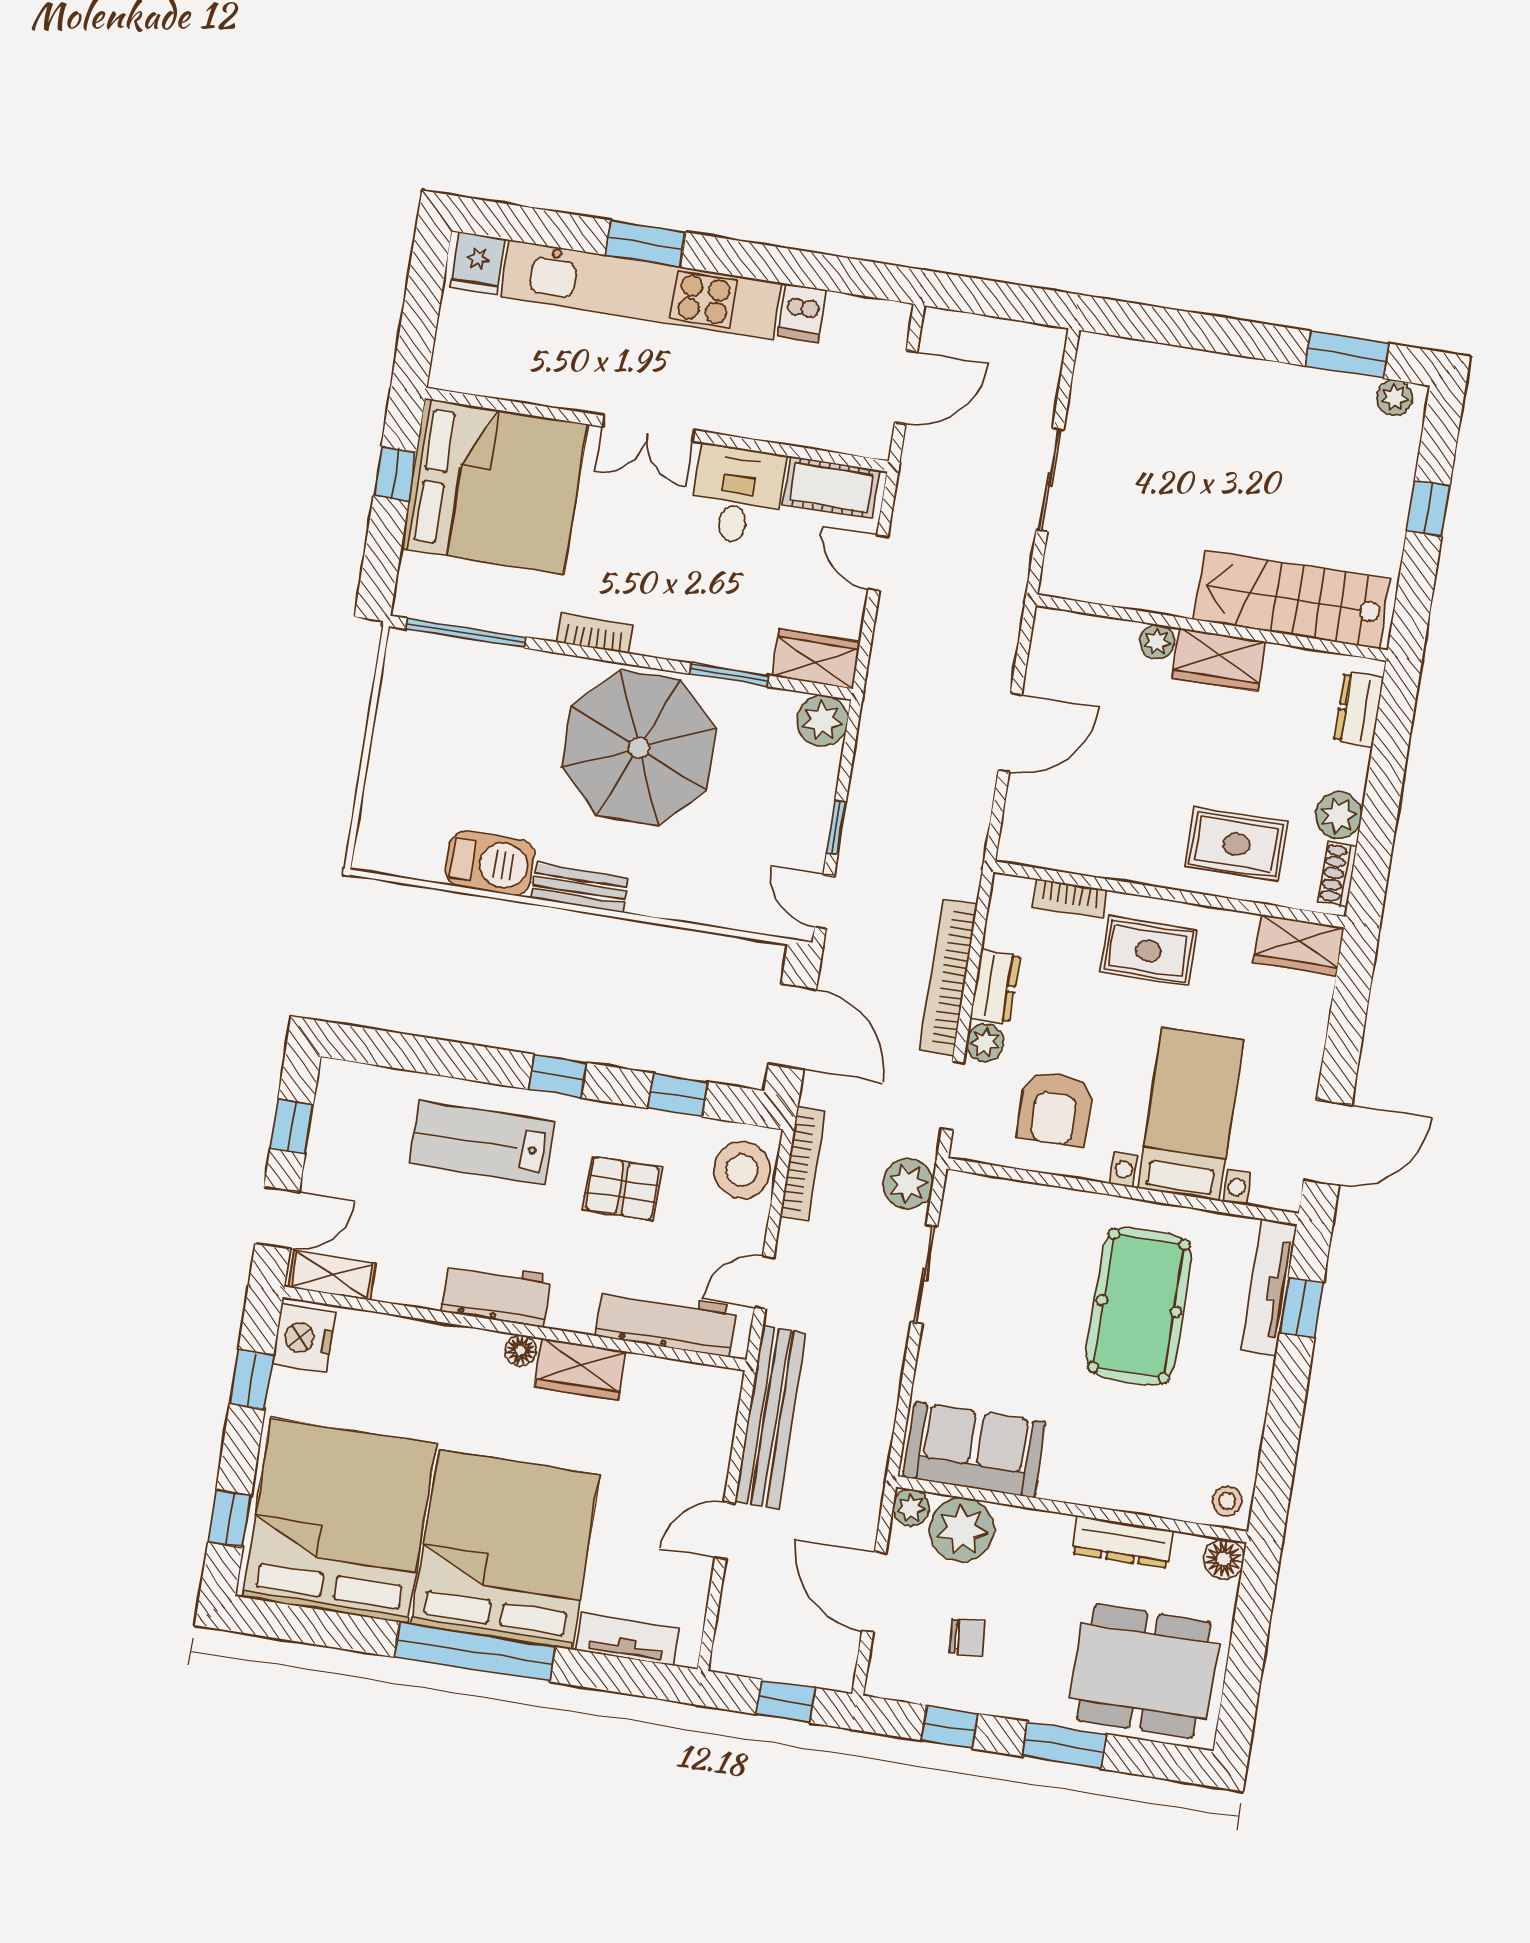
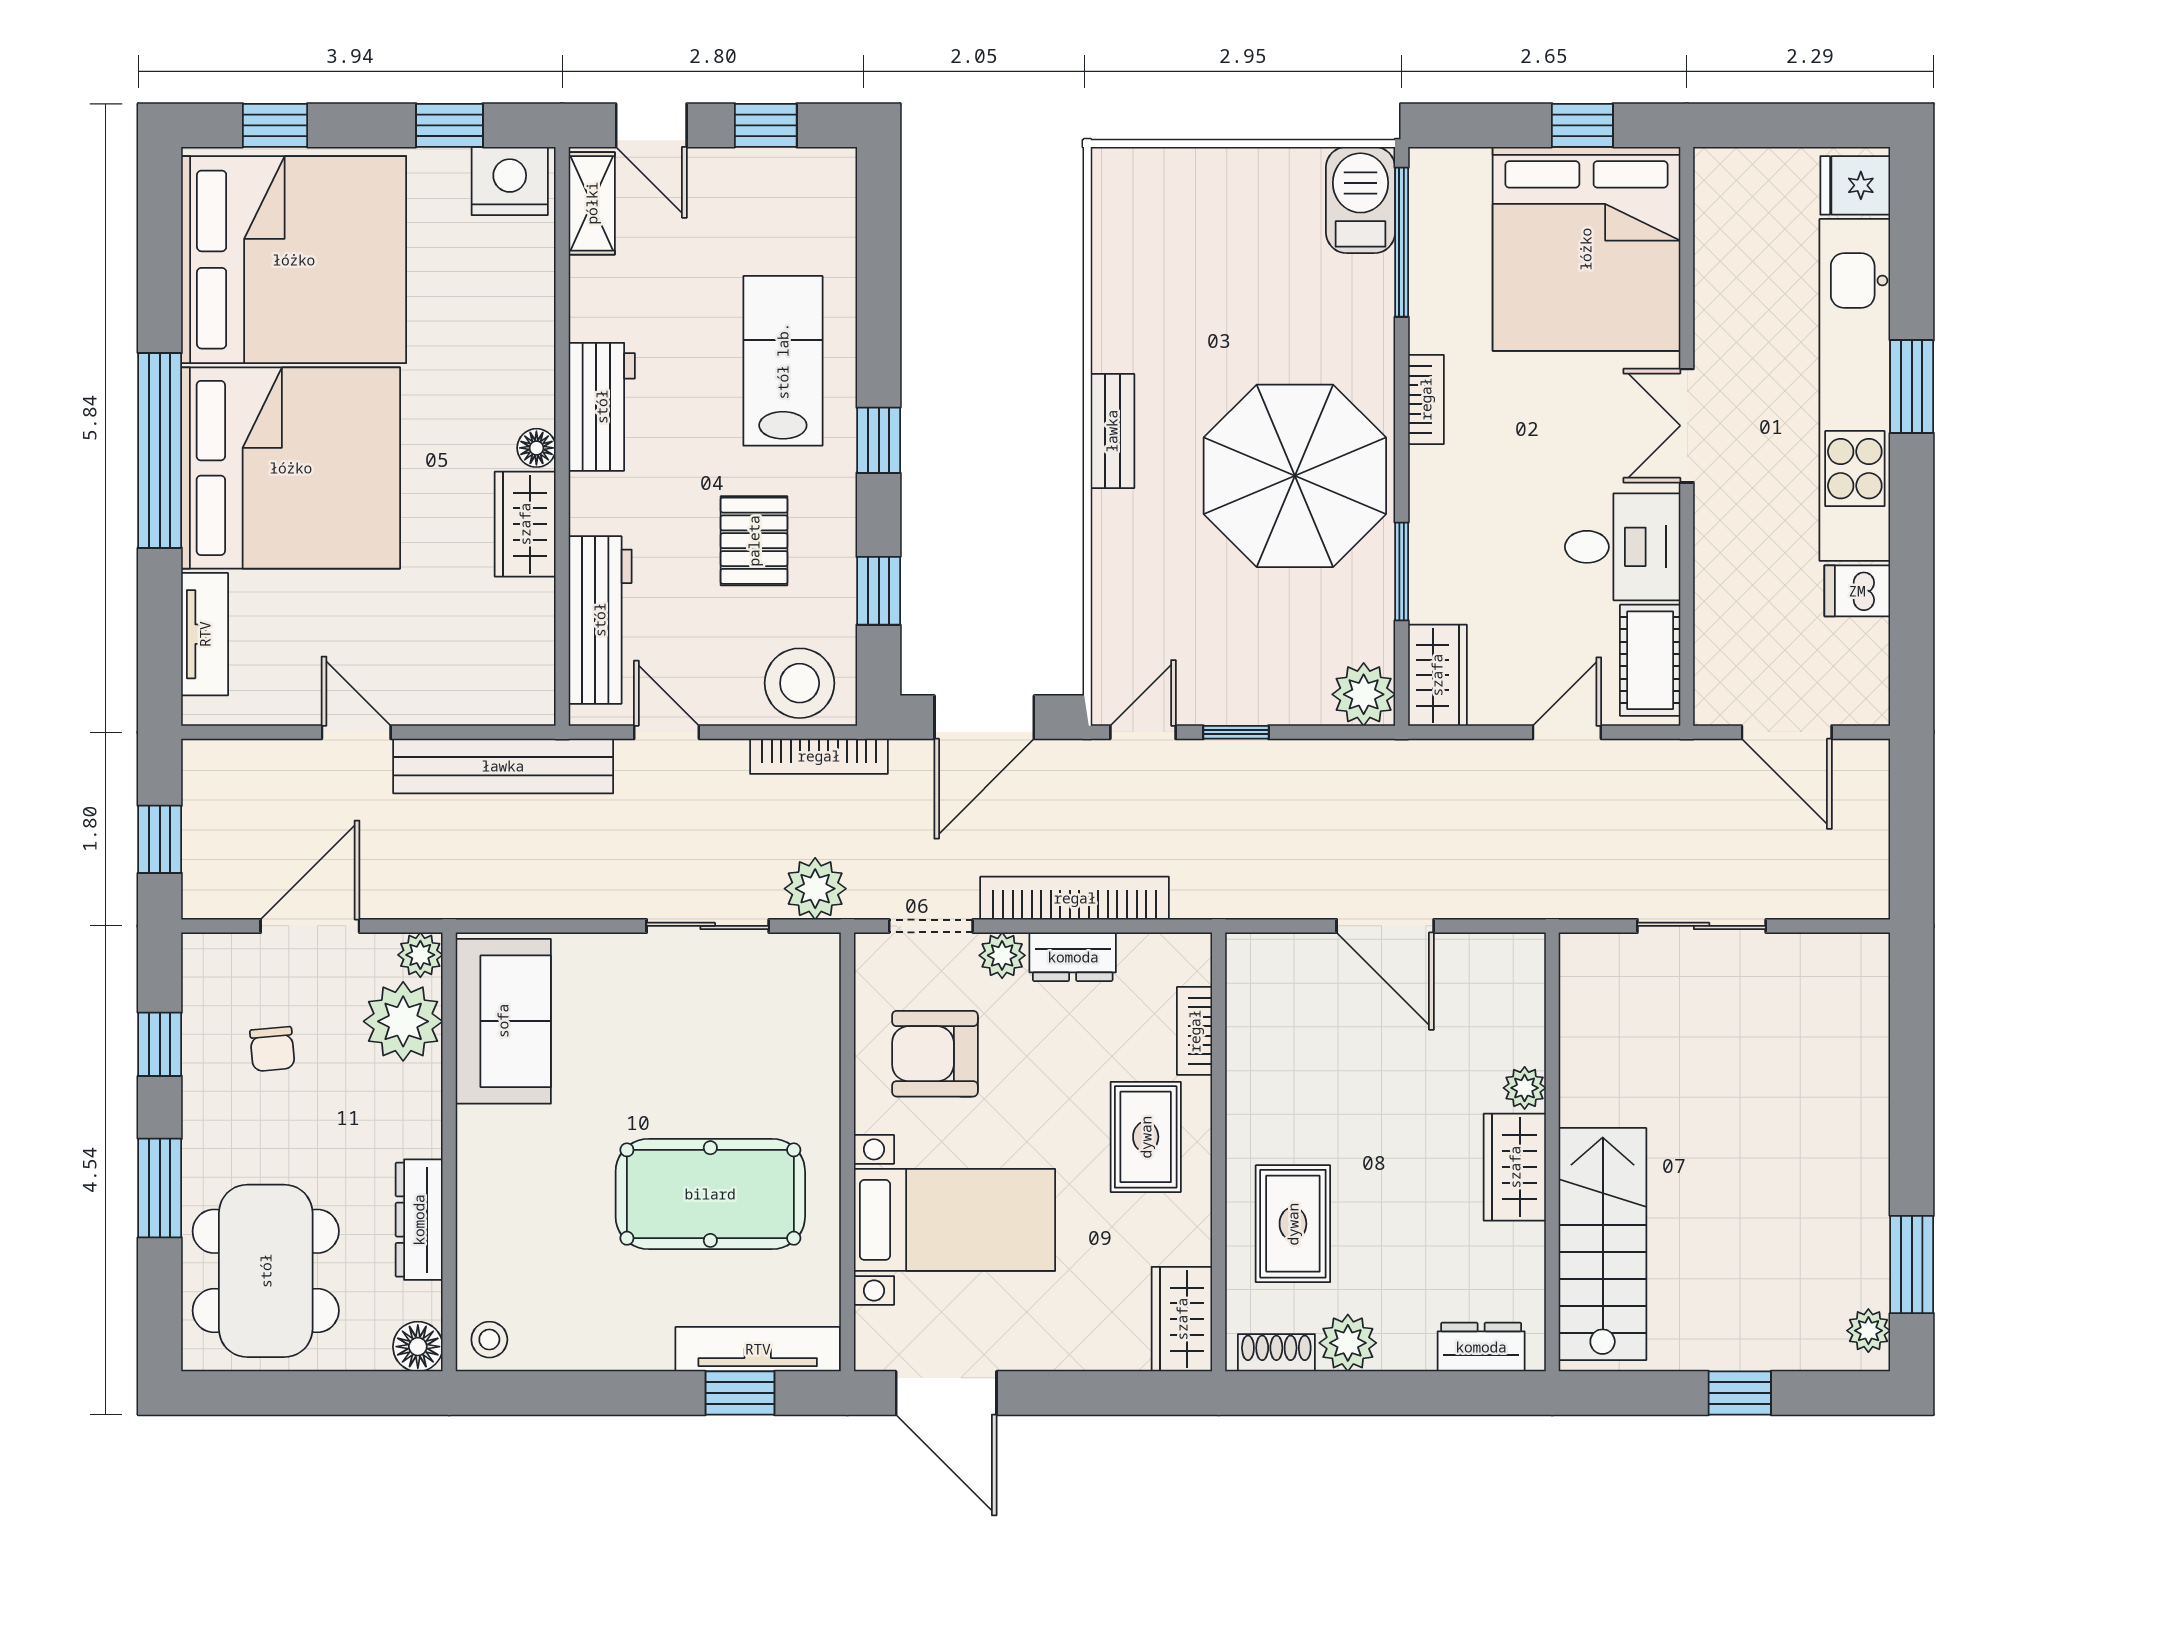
barbecue: (490, 863) -> (1360, 200), moved, turned 180

